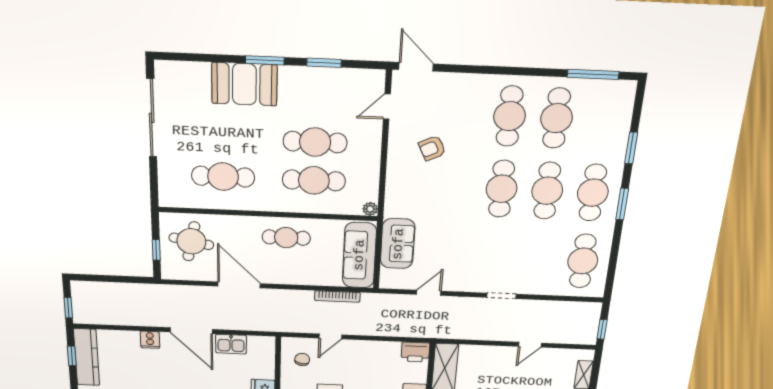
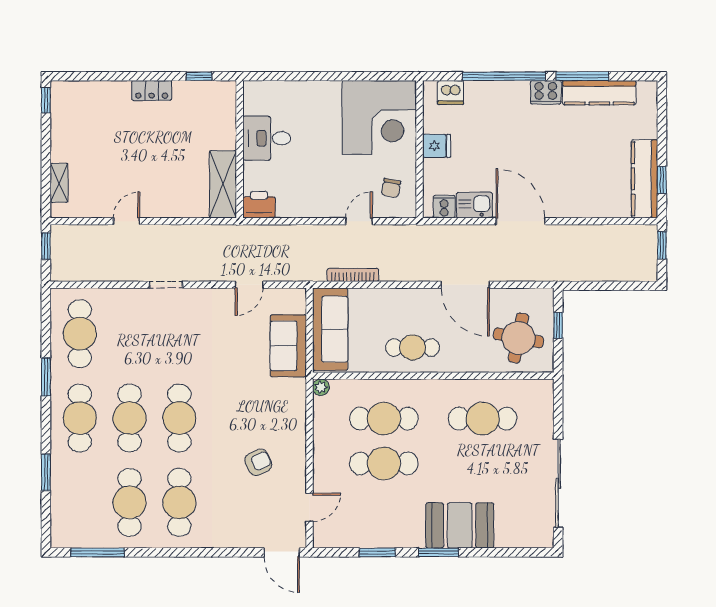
window: (622, 204) -> (46, 377), moved
cooker: (150, 340) -> (444, 207), moved

